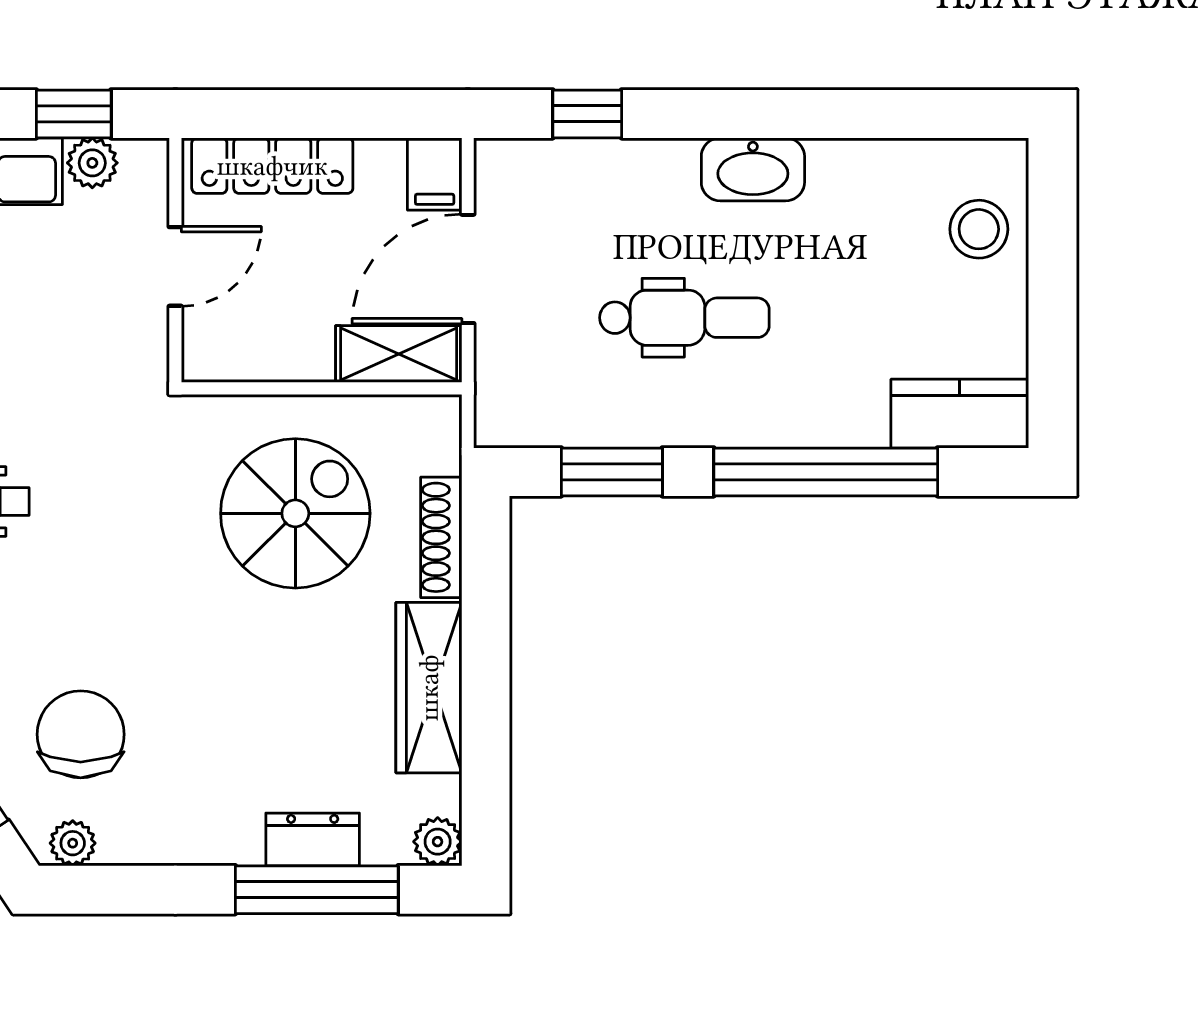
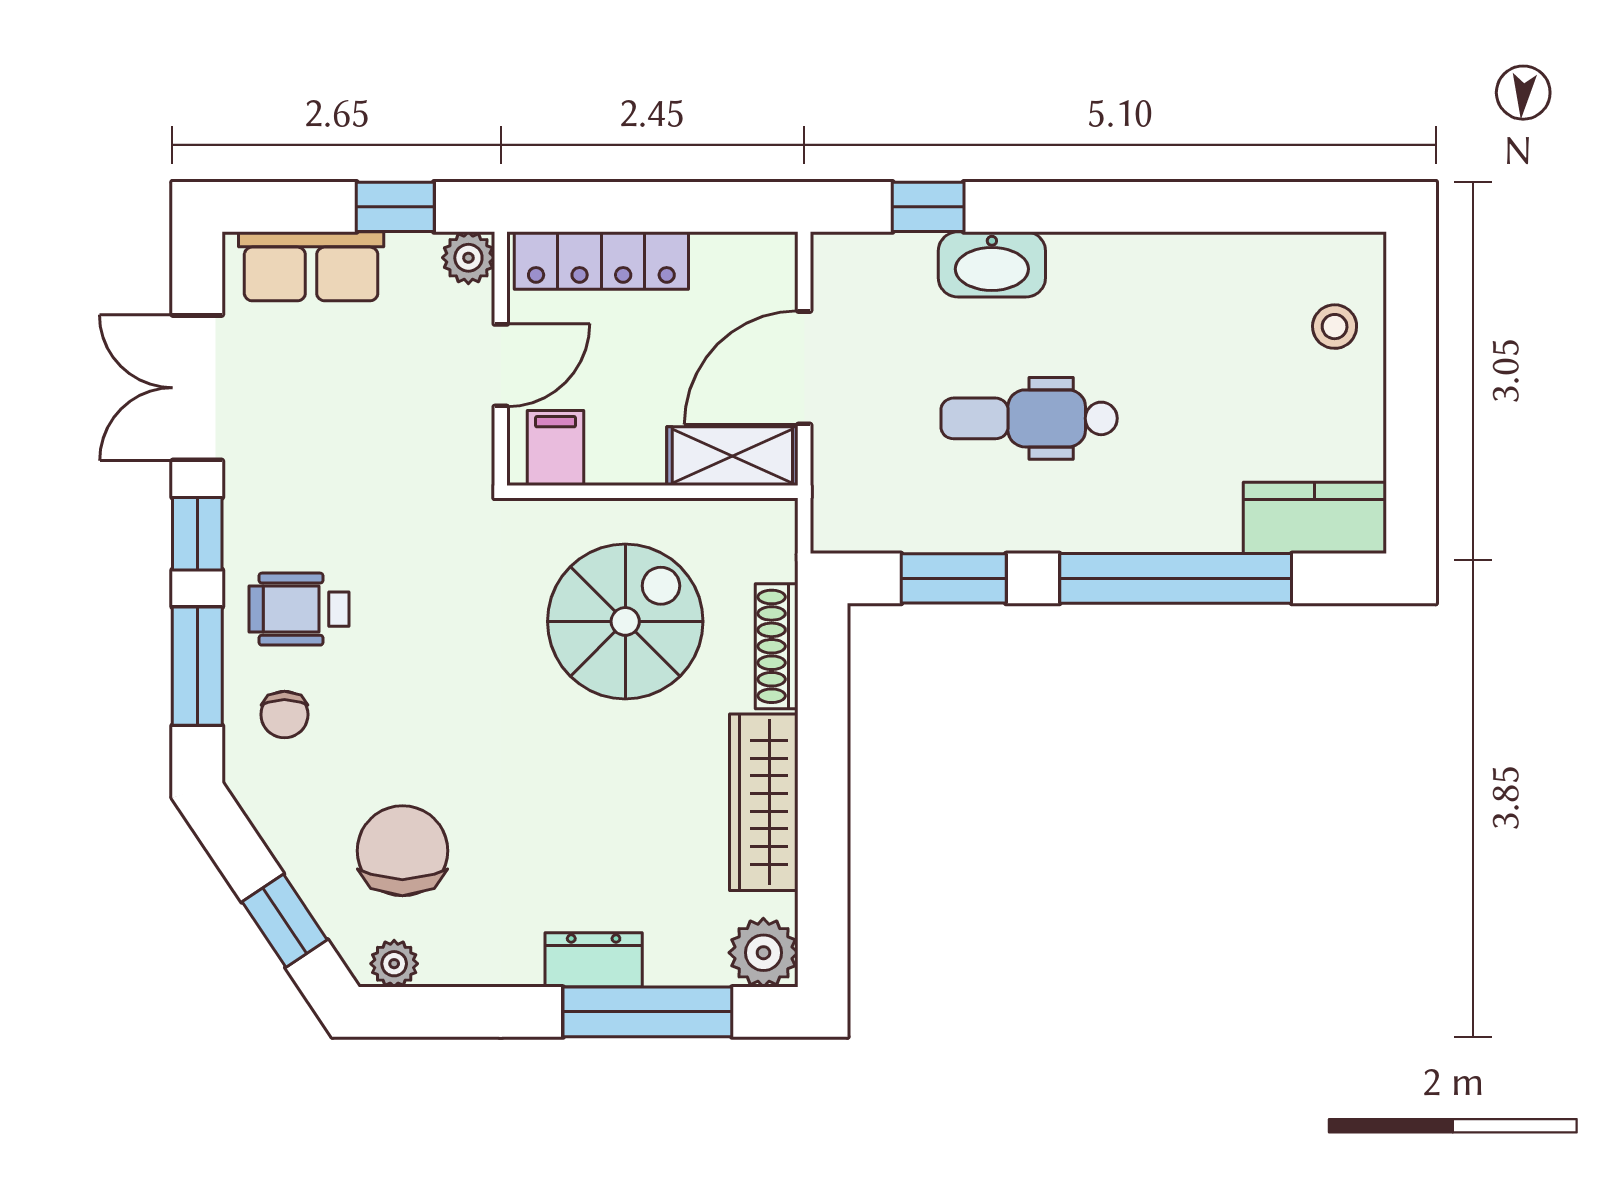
plant: (92, 163) -> (468, 258), moved
washbasin: (753, 169) -> (992, 264), moved
filing cabinet: (435, 174) -> (555, 448), moved, turned 180
stool: (979, 229) -> (1335, 327), width x0.73, depth x0.73
dental chair: (684, 318) -> (1029, 418), turned 180
dresser: (313, 839) -> (594, 960), moved
plant: (438, 842) -> (763, 953), width x1.38, depth x1.38

